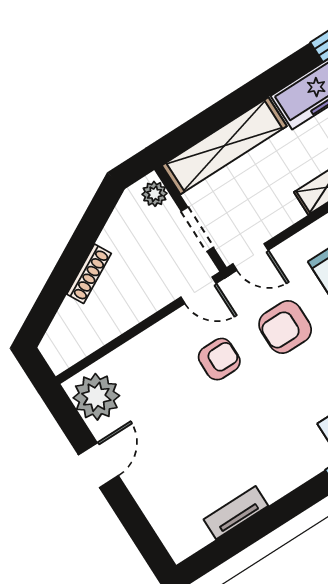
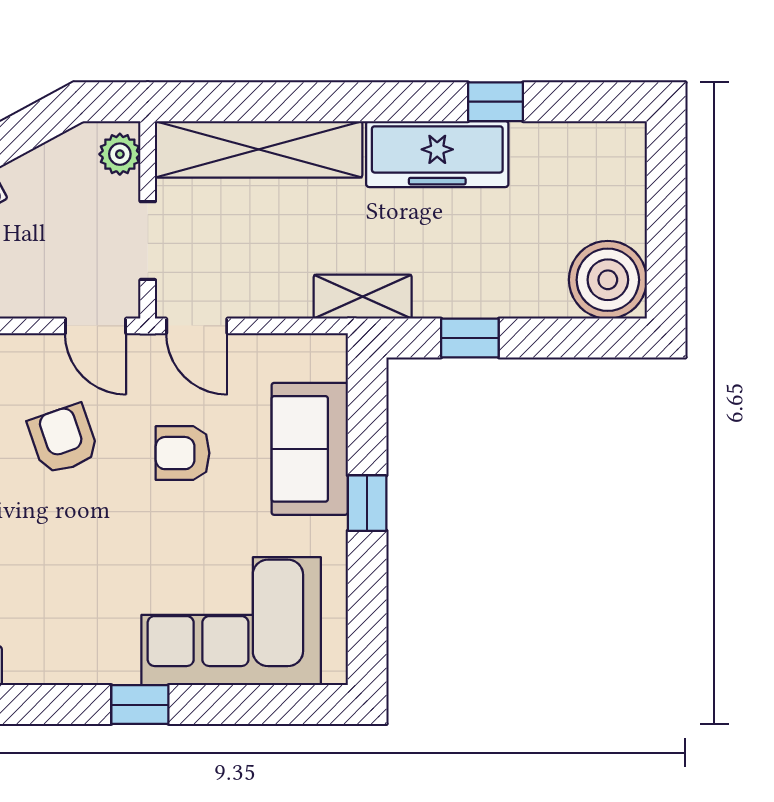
armchair: (285, 327) -> (183, 453), width x0.72, depth x0.72
armchair: (219, 359) -> (63, 439), turned -109

